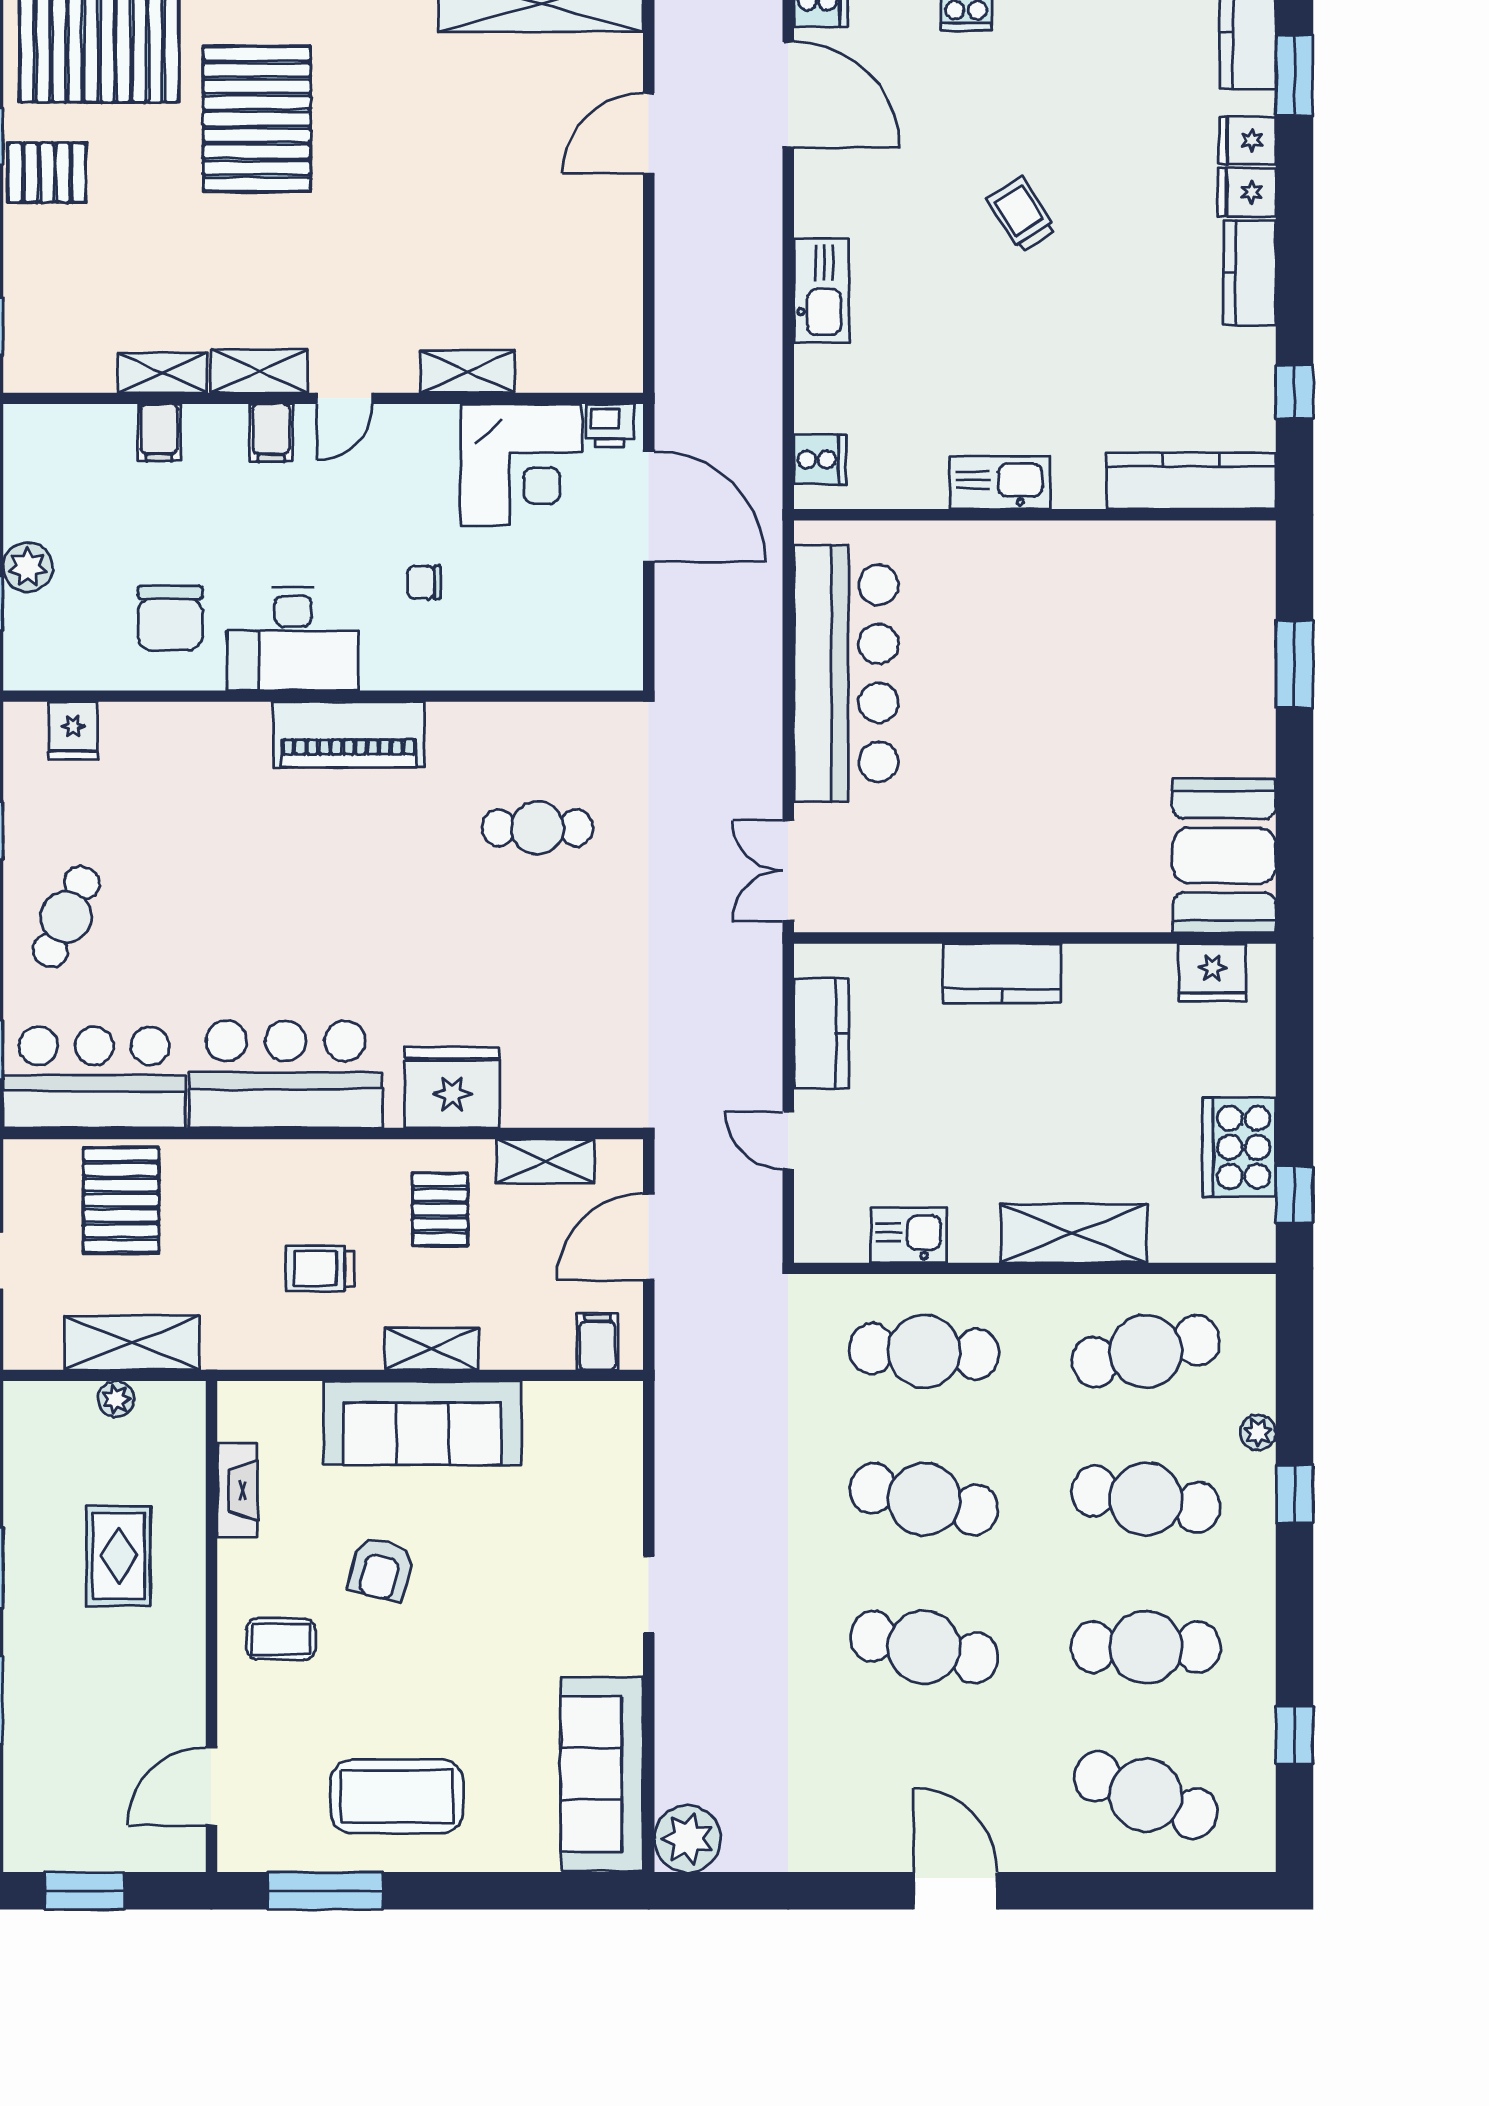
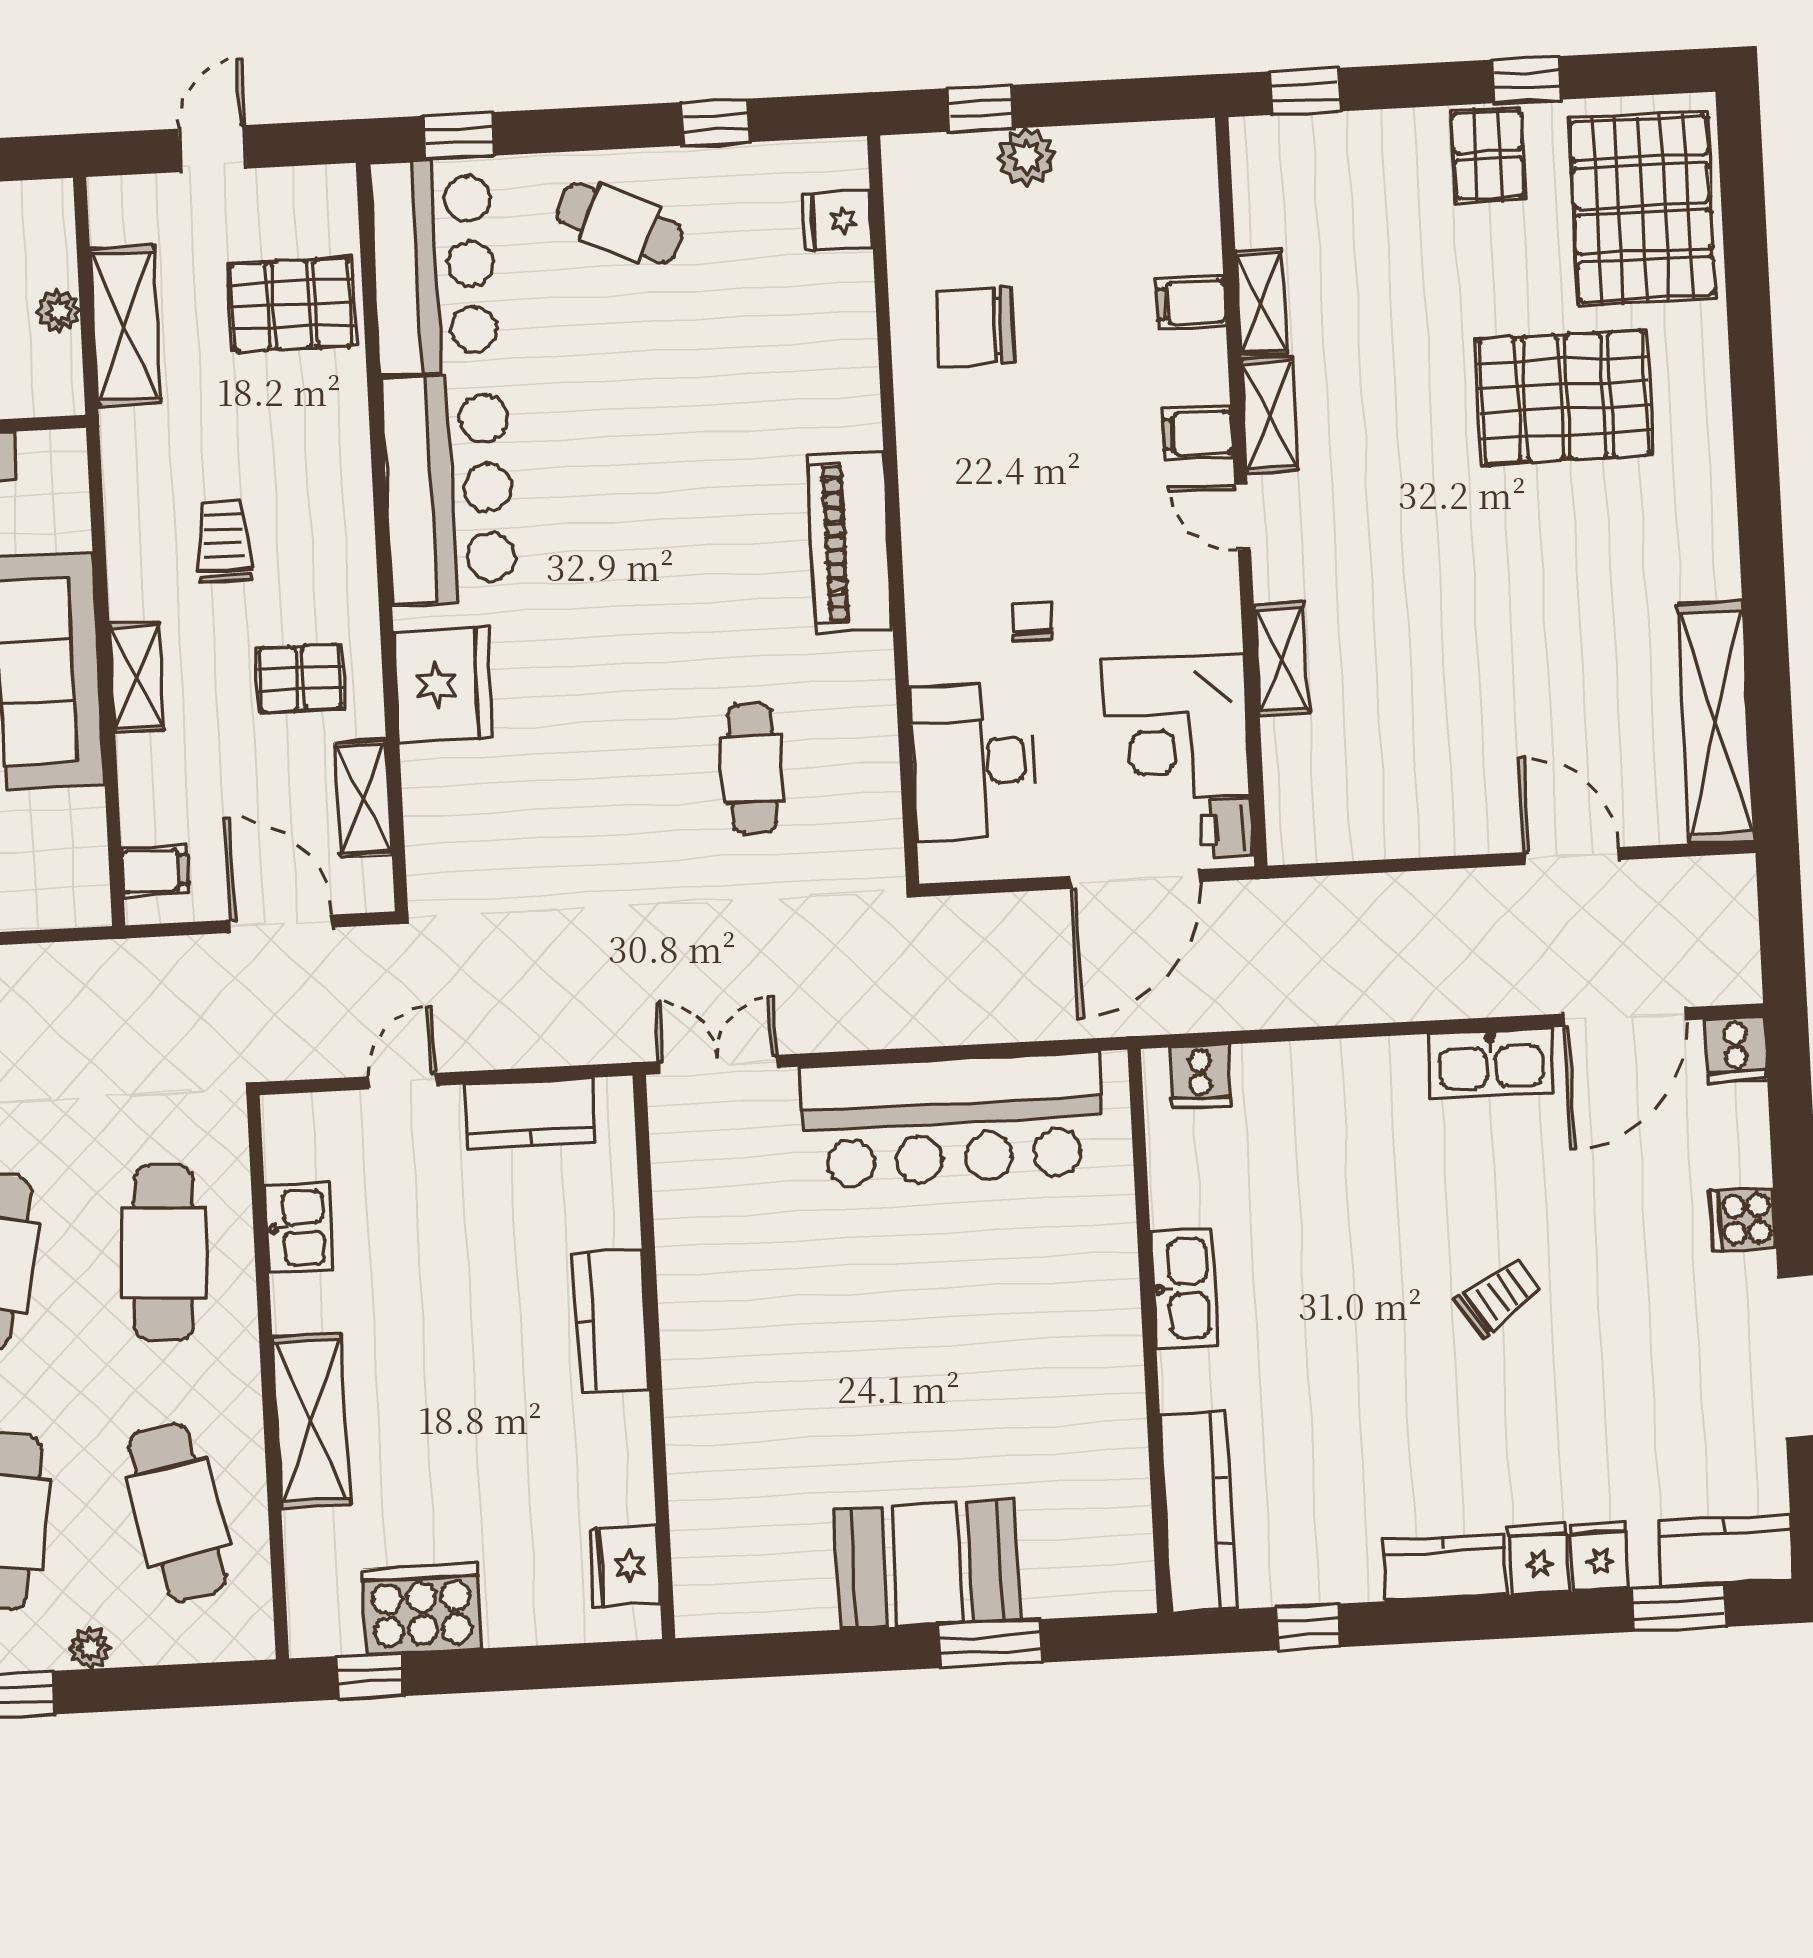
kitchen sink: (821, 291) -> (1491, 1063), moved
desk: (293, 639) -> (973, 762), moved
booth: (1224, 856) -> (928, 1565), moved

